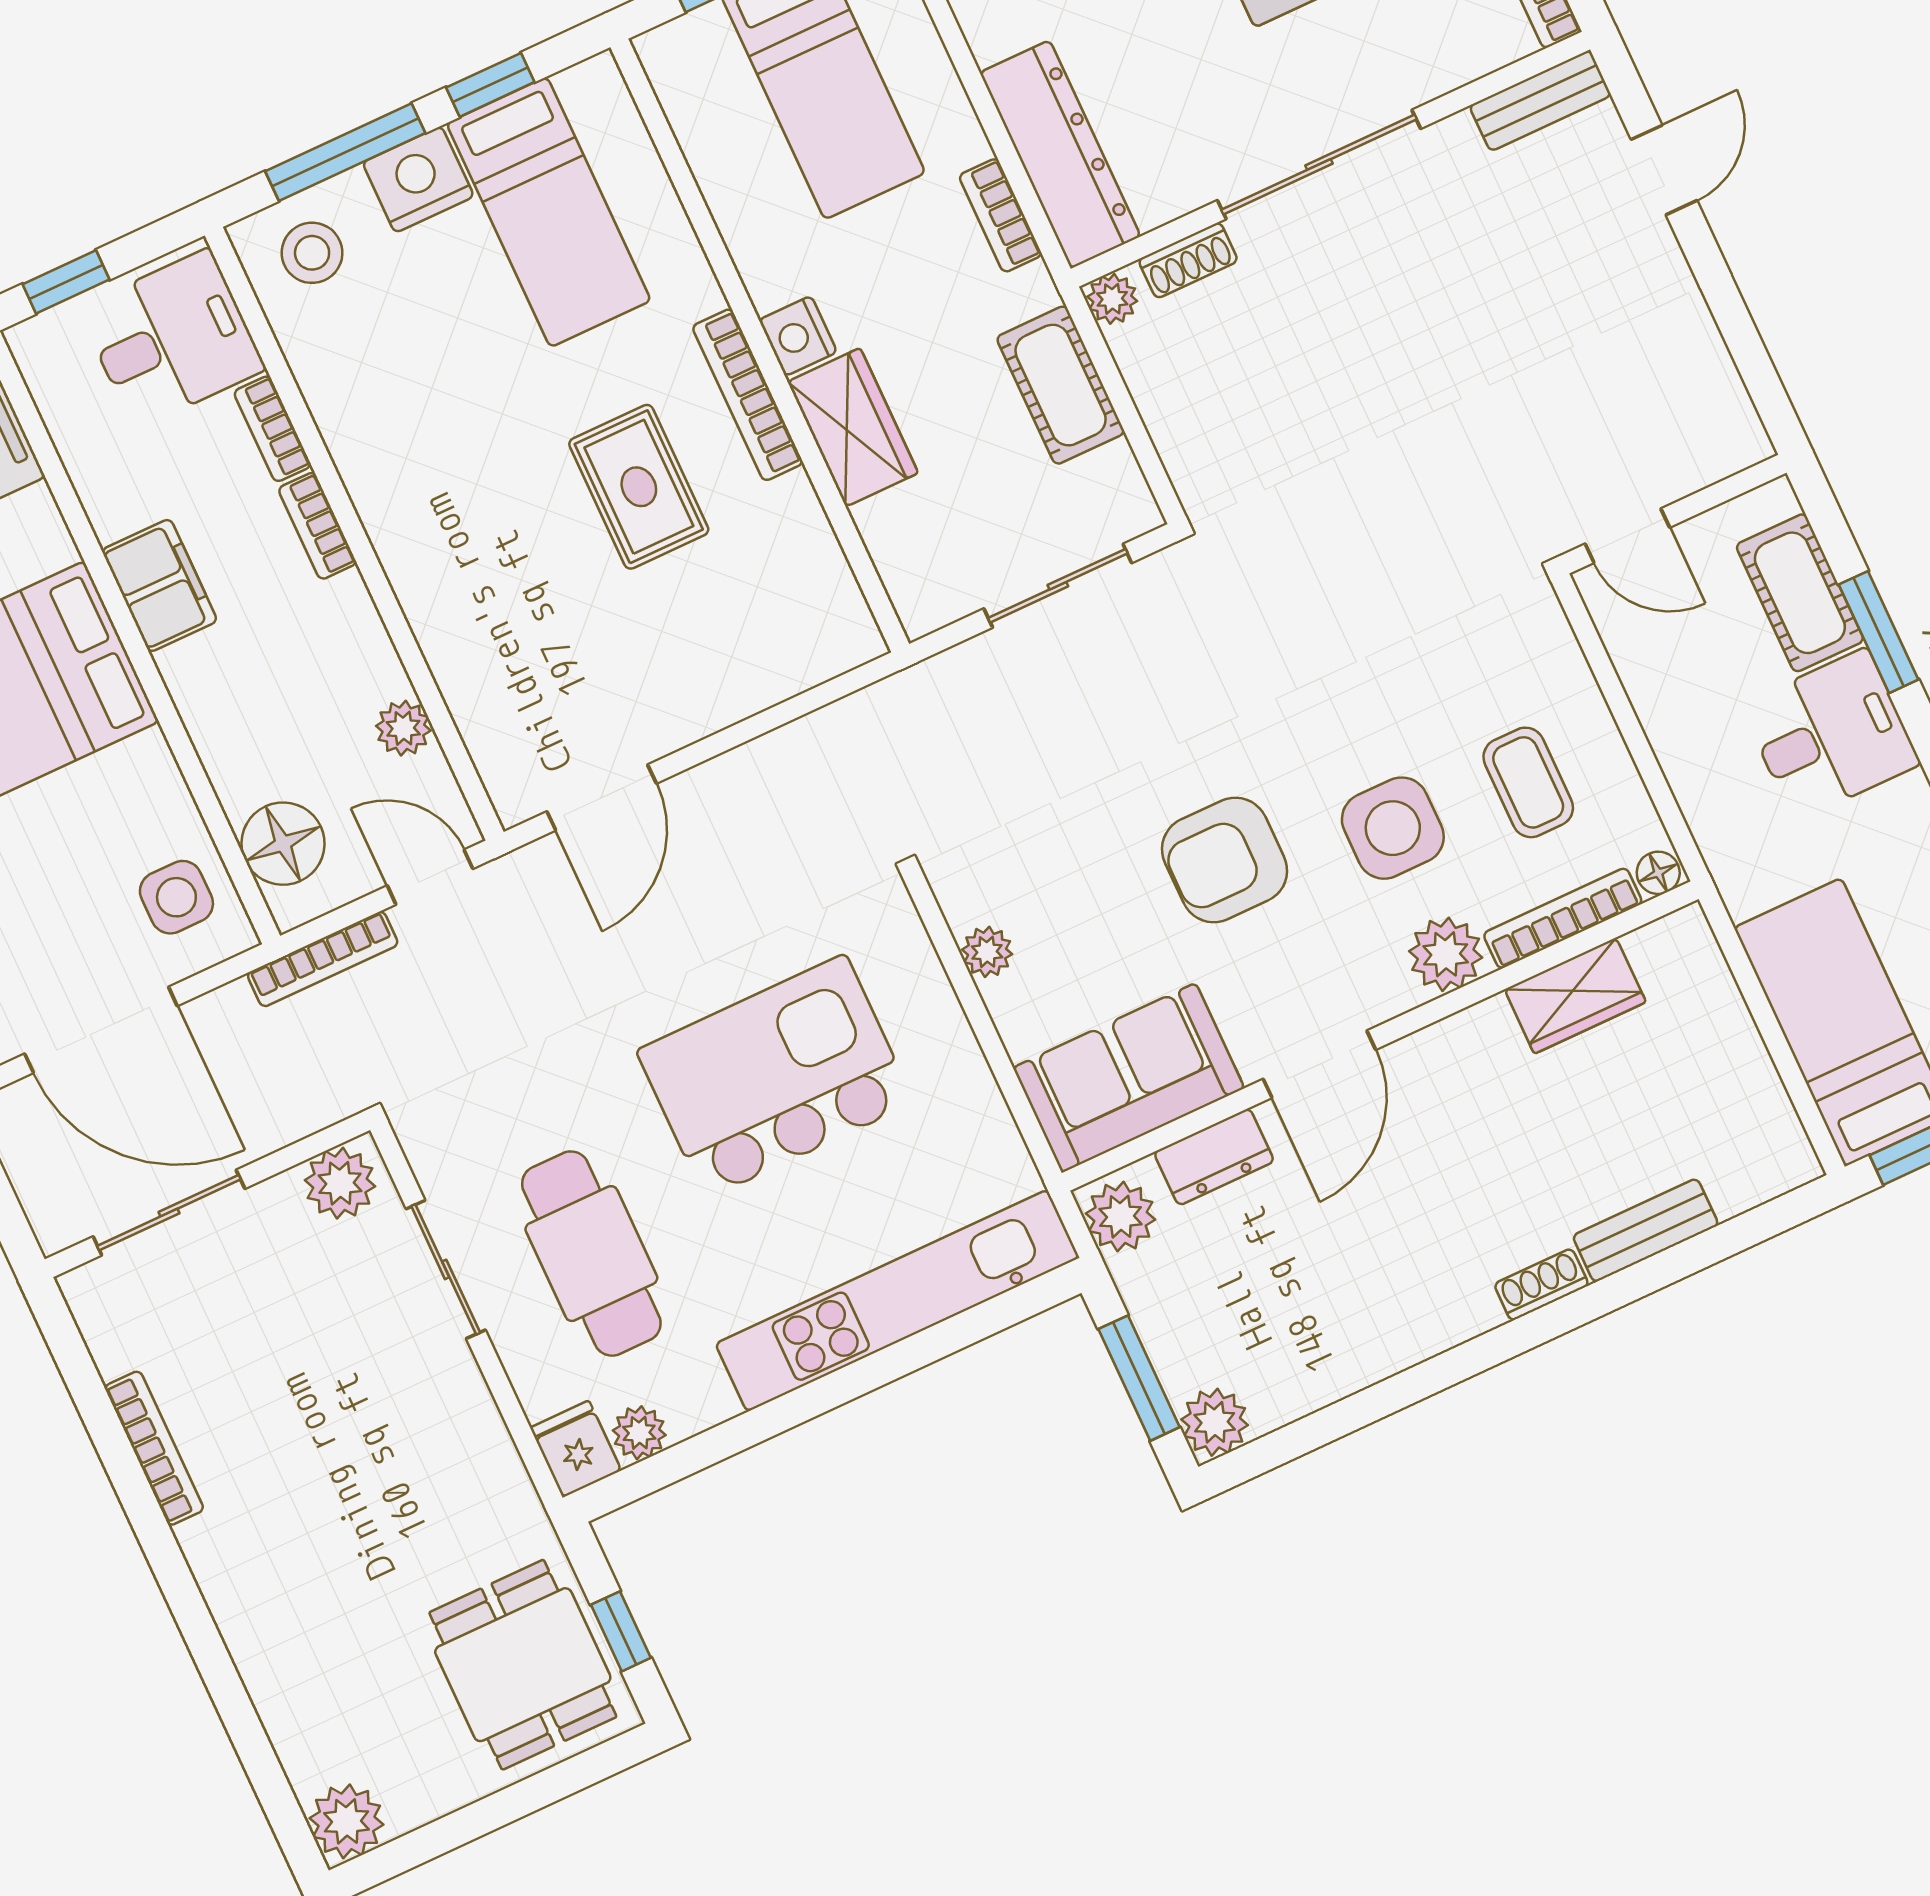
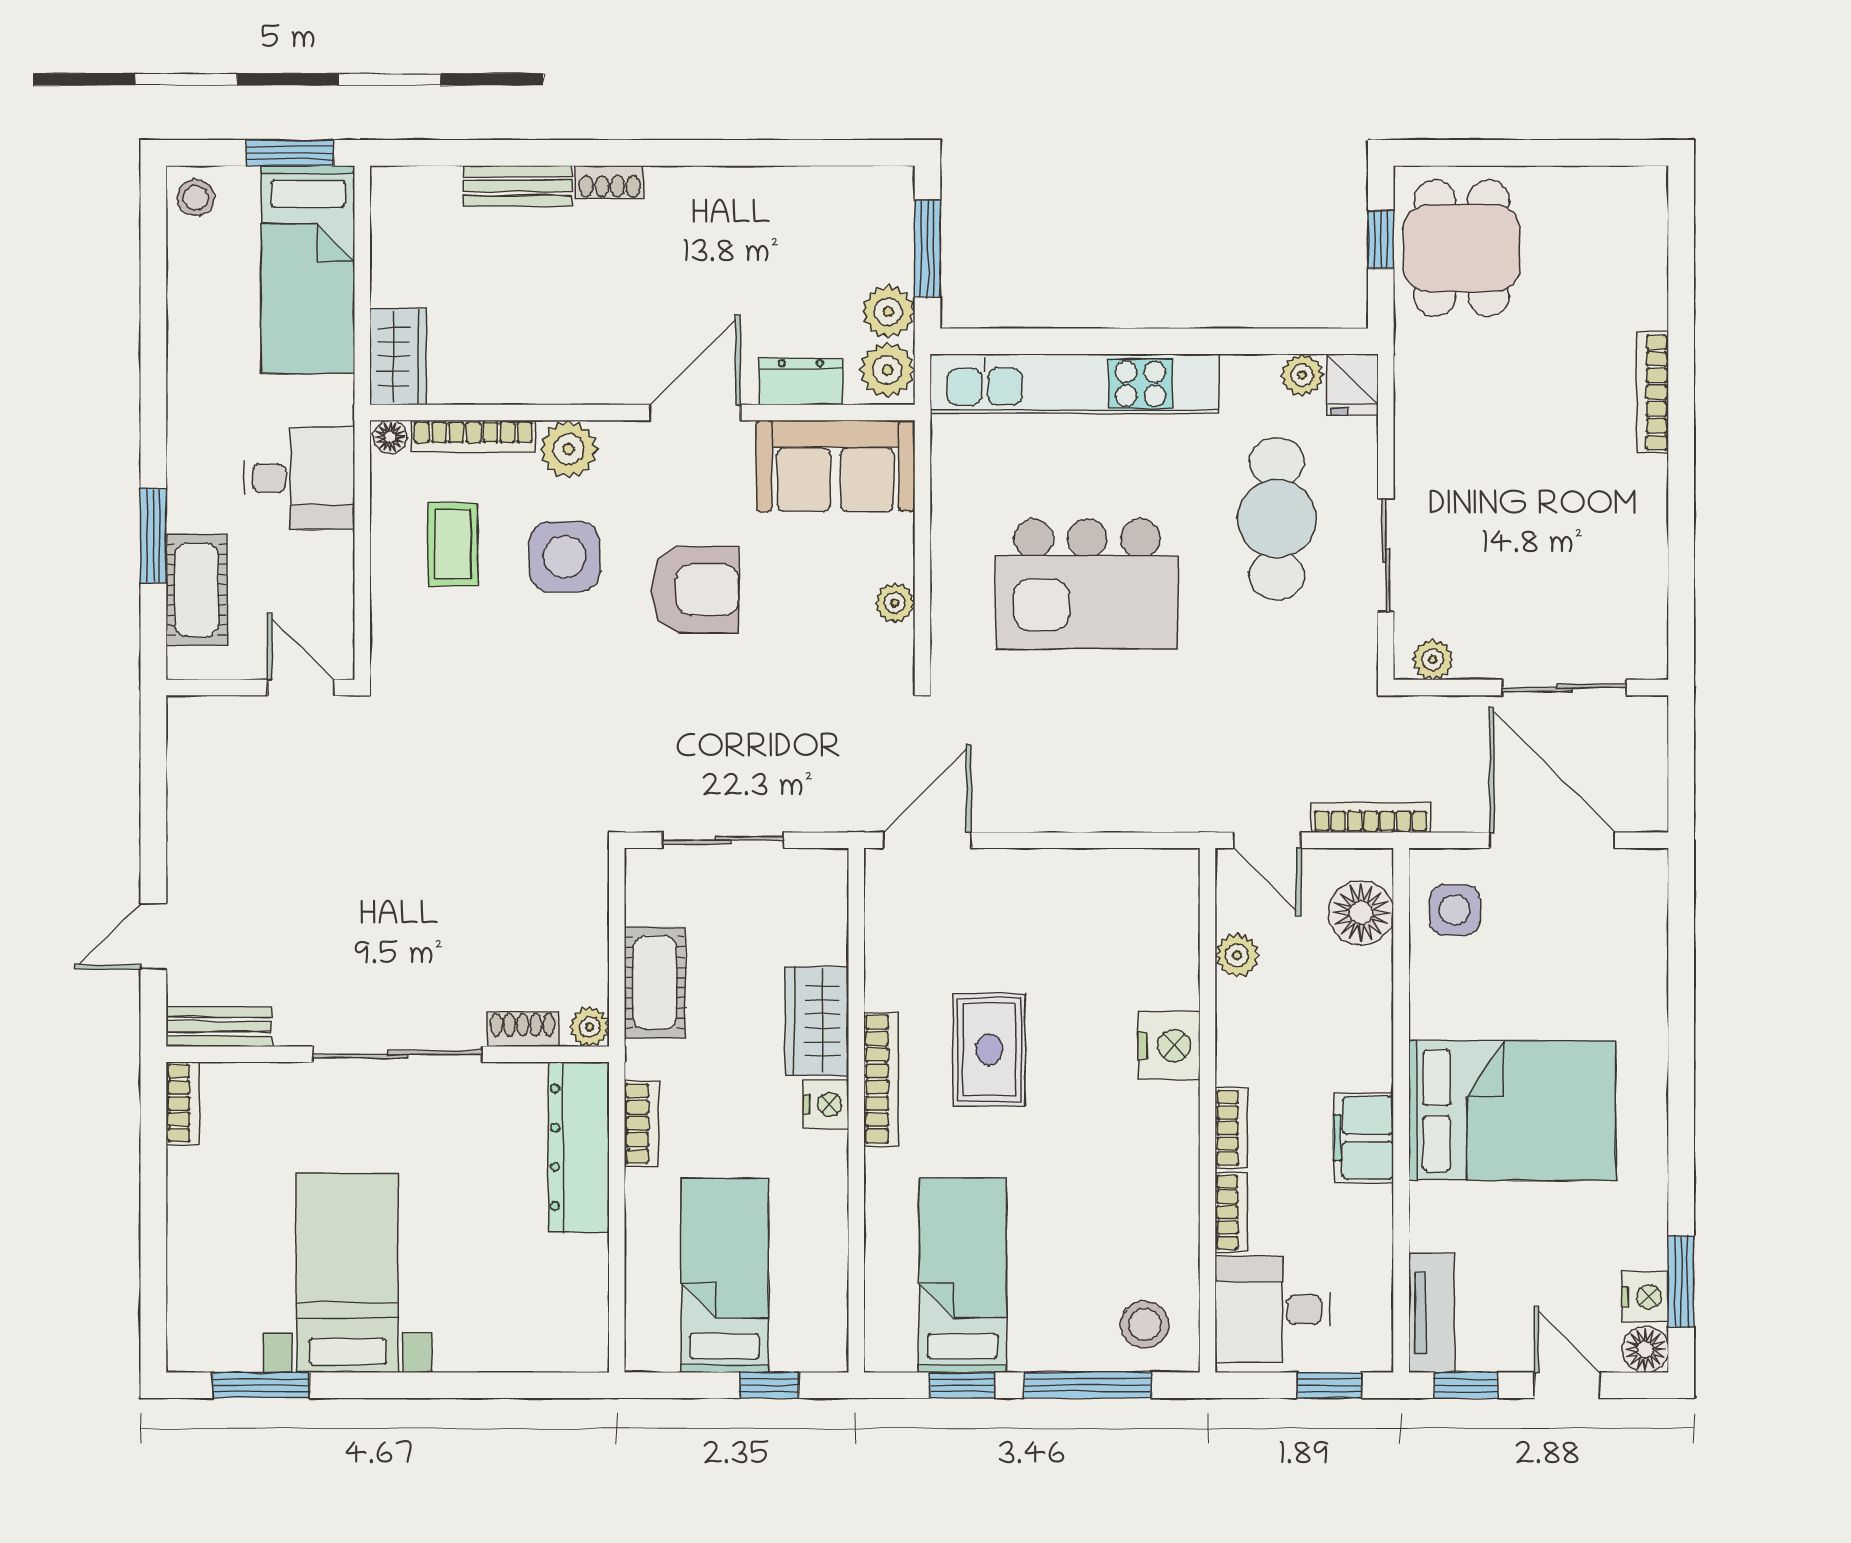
nightstand: (418, 179) -> (1169, 1046), moved, turned -90
desk: (1831, 735) -> (299, 478), moved, turned 180
door: (602, 798) -> (927, 840), moved
wardrobe: (1575, 996) -> (398, 356), moved, turned 90
plant: (340, 1183) -> (1433, 660), width x0.73, depth x0.73
plant: (1215, 1422) -> (888, 312), moved
bookcase: (154, 1448) -> (1653, 392), moved
plant: (347, 1821) -> (1639, 195), removed

